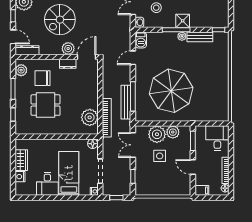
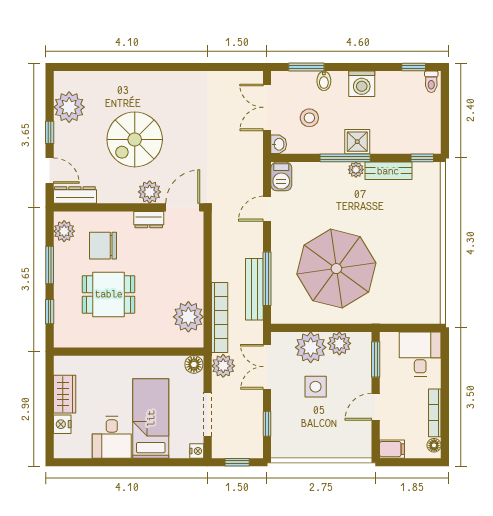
plant: (109, 144) -> (223, 366), added
door: (193, 167) -> (376, 407), hinge flipped

